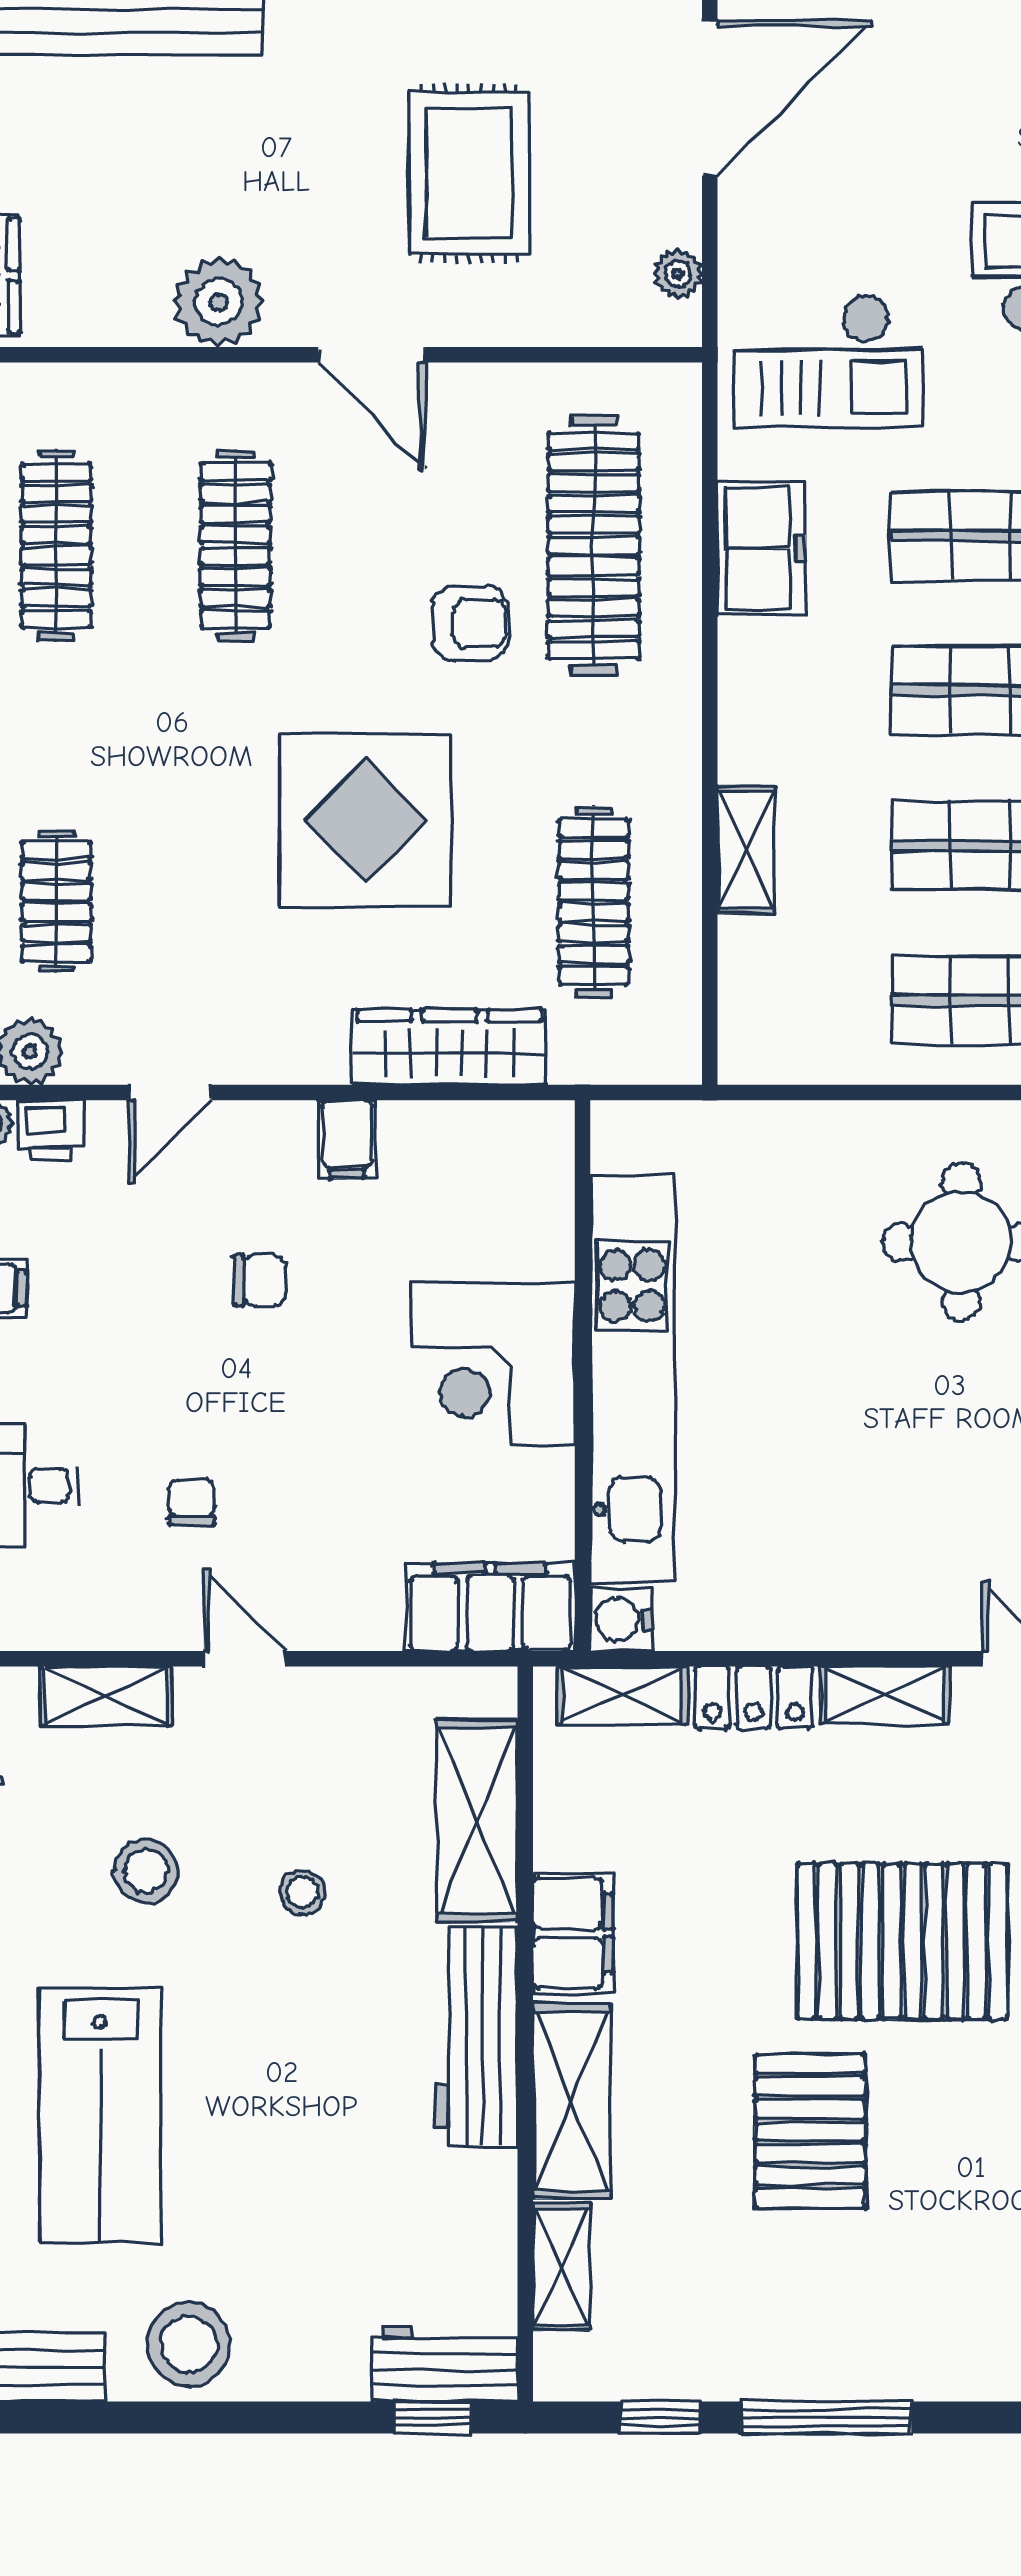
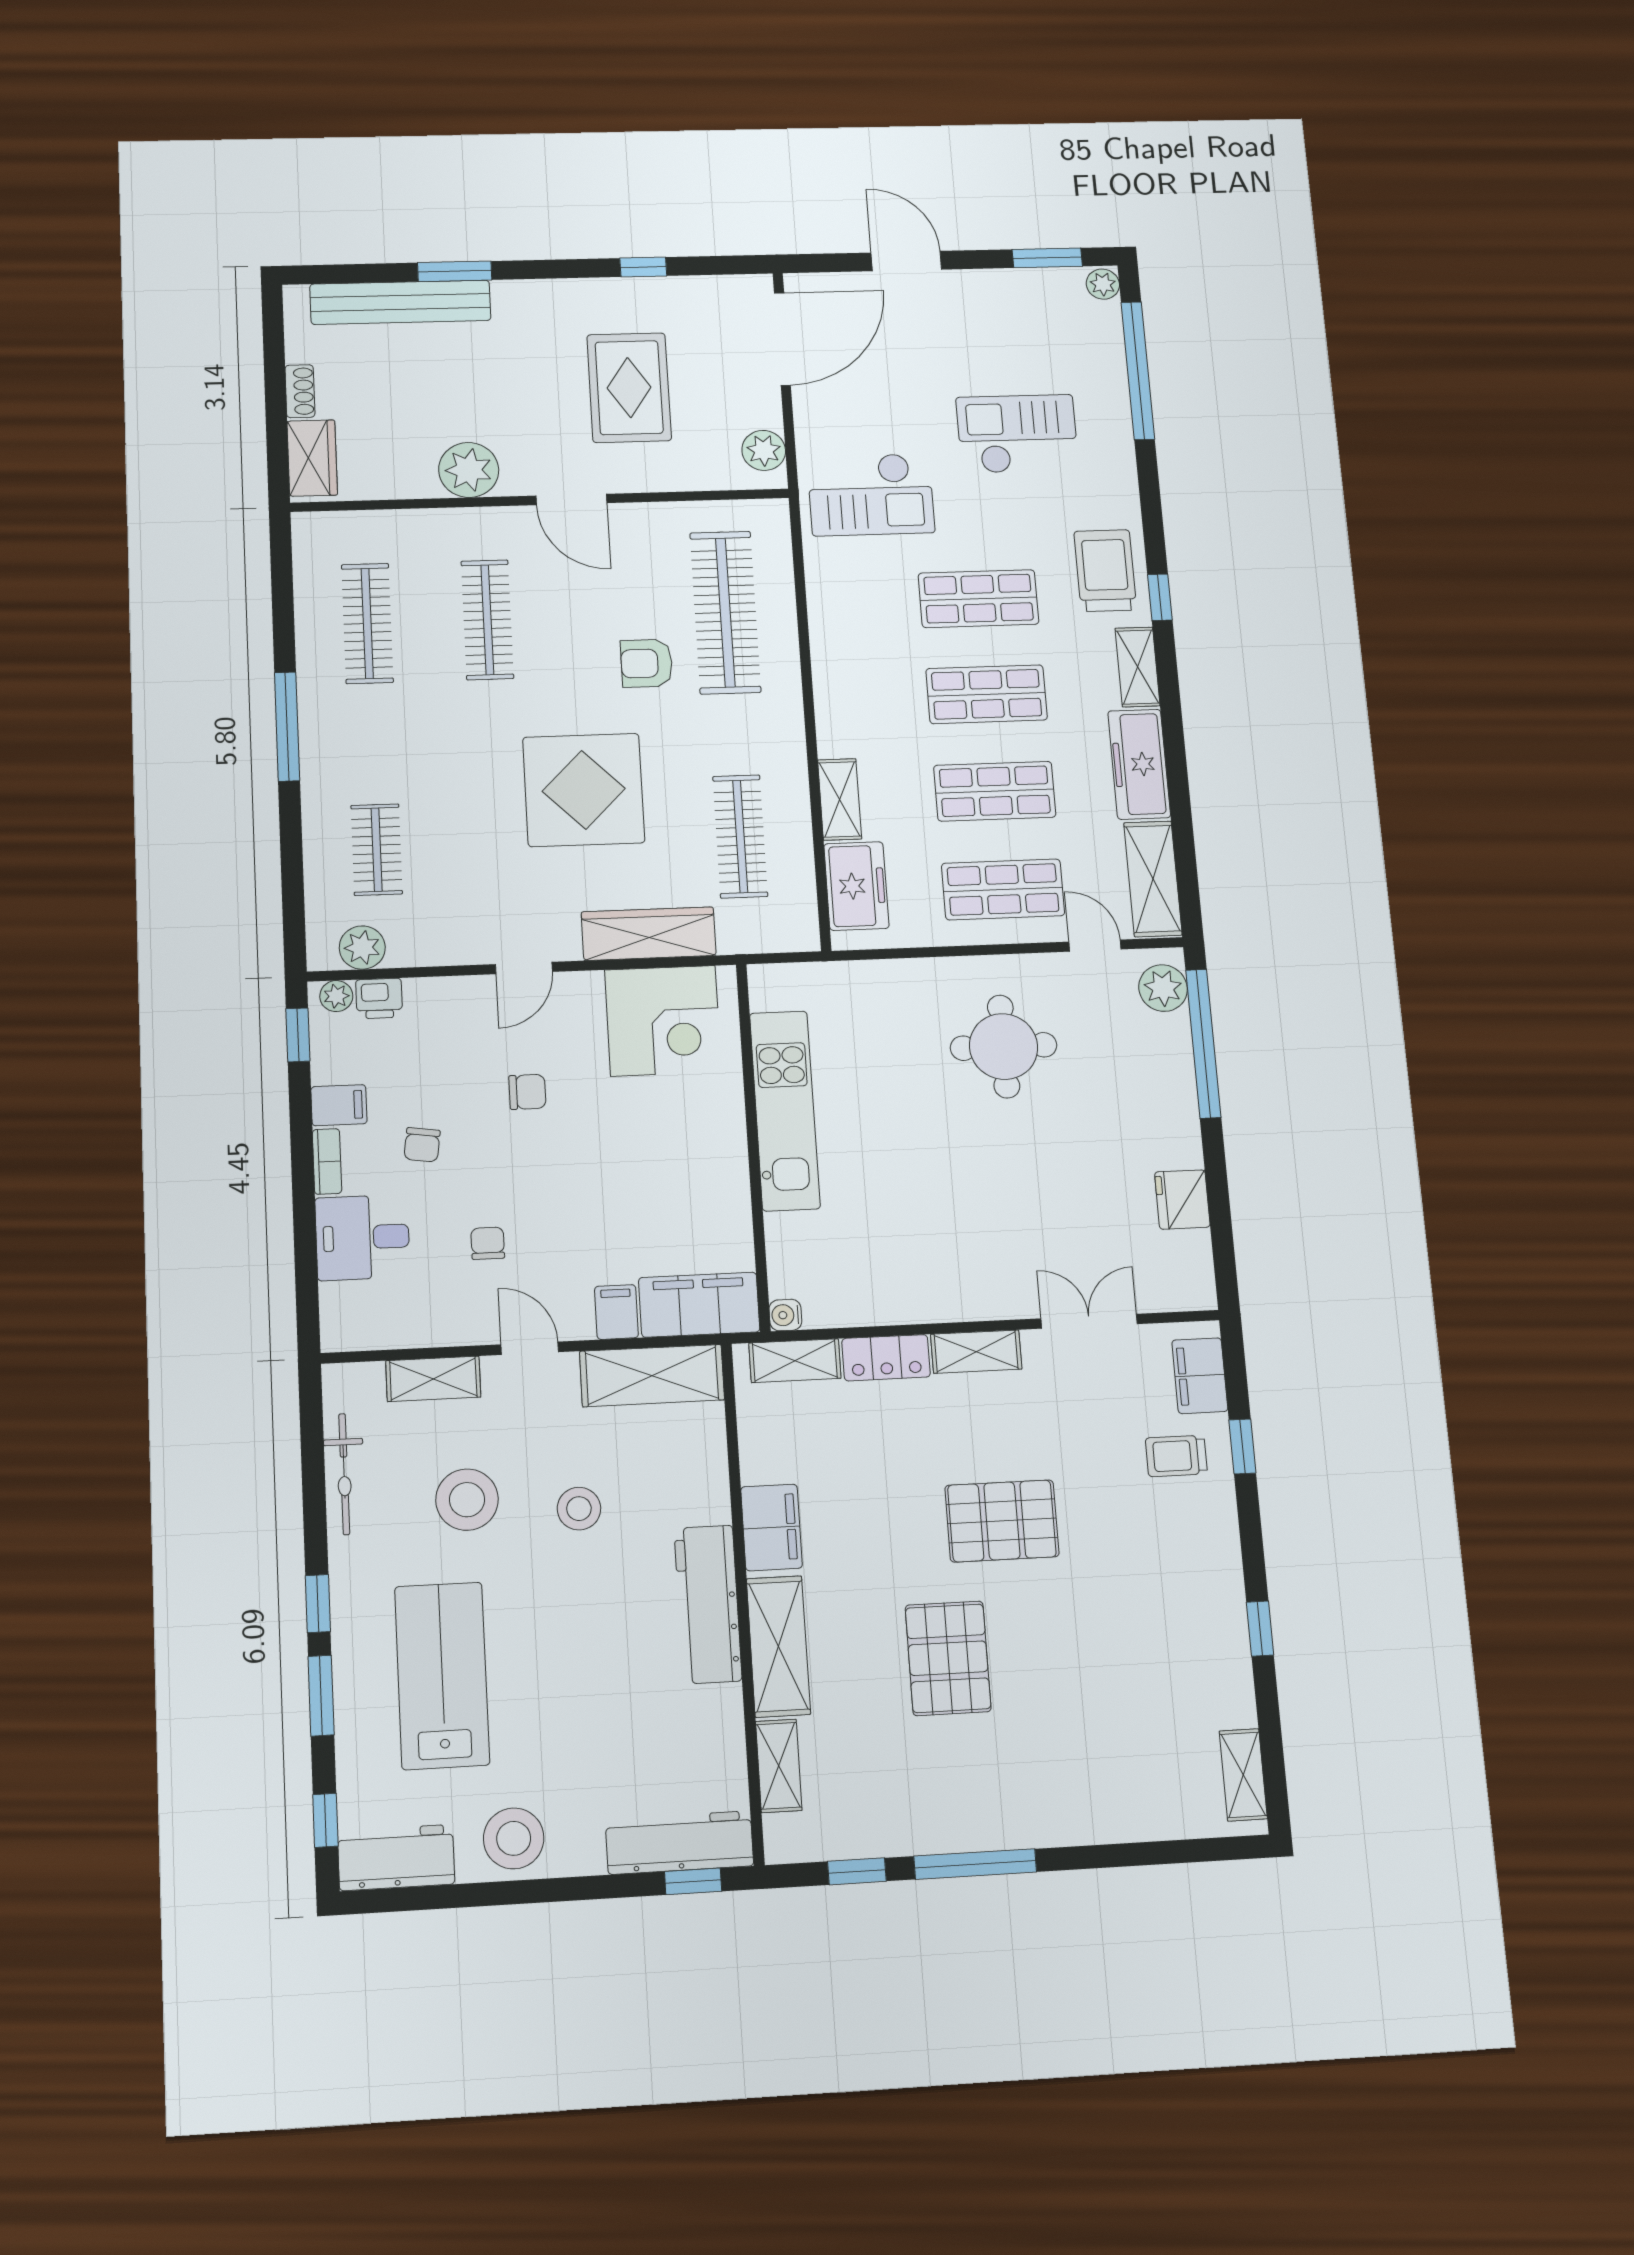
plant: (678, 274) -> (764, 450), width x1.38, depth x1.38
freezer: (761, 548) -> (856, 886), moved
armchair: (470, 623) -> (647, 663), turned 180
door: (170, 1093) -> (524, 968), moved
filing cabinet: (347, 1139) -> (616, 1312), moved, turned 180
chair: (104, 1353) -> (422, 1145), added
corner desk: (494, 1364) -> (663, 1021), moved, turned -90
kitchen unit: (632, 1379) -> (785, 1111), width x0.73
water cooler: (622, 1619) -> (785, 1315), width x0.72, depth x0.72
shelving: (477, 1821) -> (652, 1376), moved, turned 90
stool: (146, 1871) -> (467, 1500), width x1.38, depth x1.38
stool: (303, 1892) -> (579, 1509), width x1.37, depth x1.37
pallet: (902, 1941) -> (1002, 1521), width x0.73, depth x0.71
lab bench: (100, 2116) -> (442, 1676), turned 180
workbench: (444, 2364) -> (679, 1843), width x1.38

